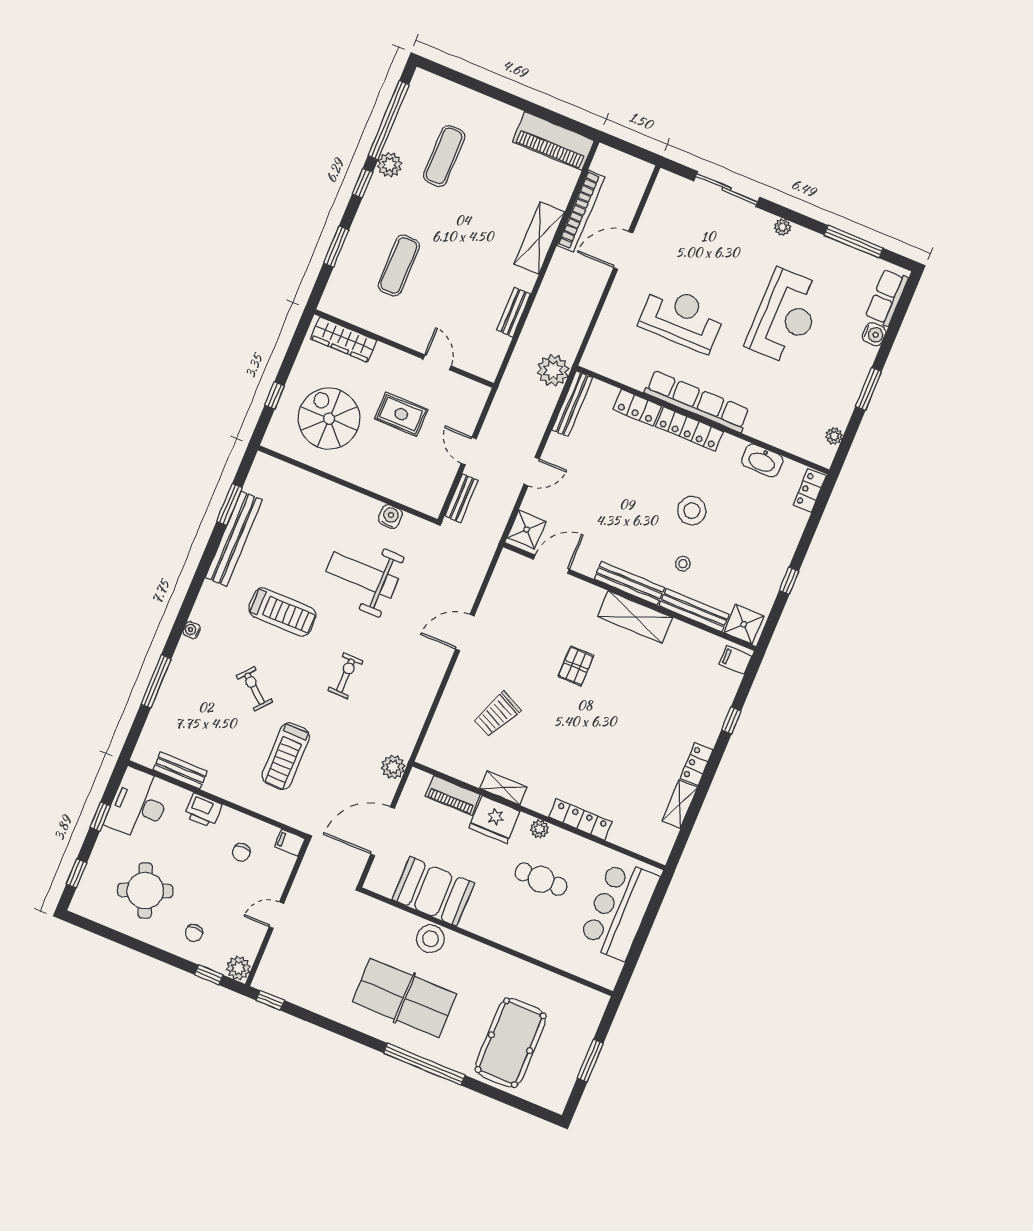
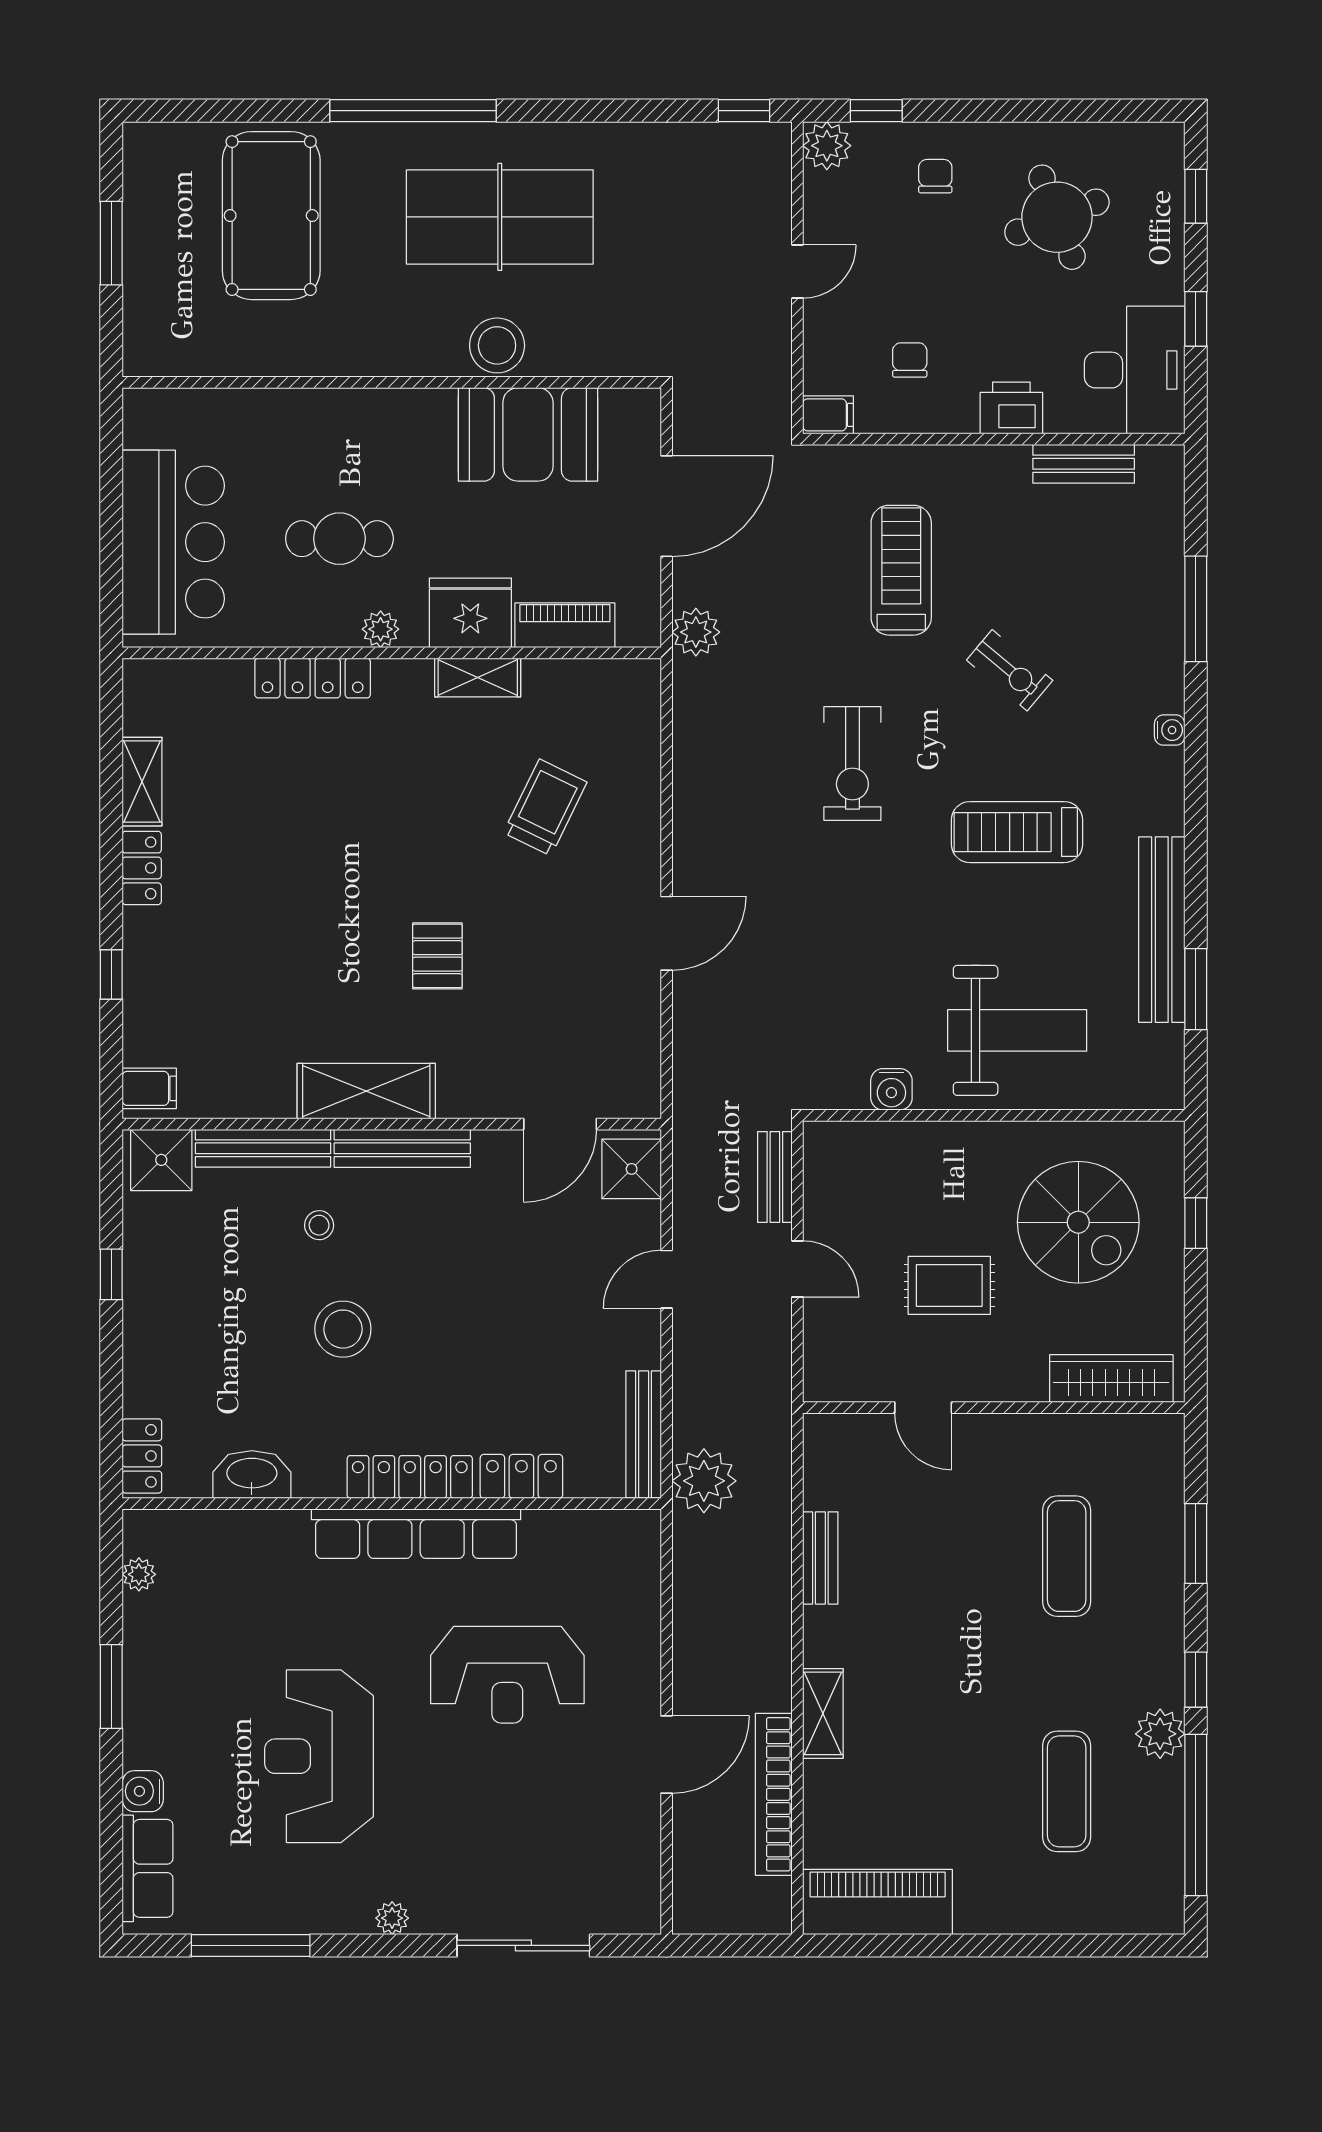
shelving: (539, 238) -> (823, 1713), width x0.67, depth x0.75
weight bench: (362, 575) -> (1017, 1030), moved
exercise bike: (346, 676) -> (852, 764), width x1.38, depth x1.39

